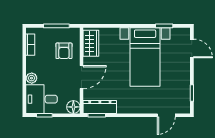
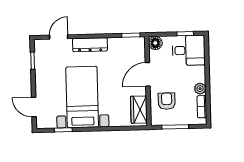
plant: (32, 78) -> (200, 89), moved
dresser: (100, 107) -> (90, 45), moved

